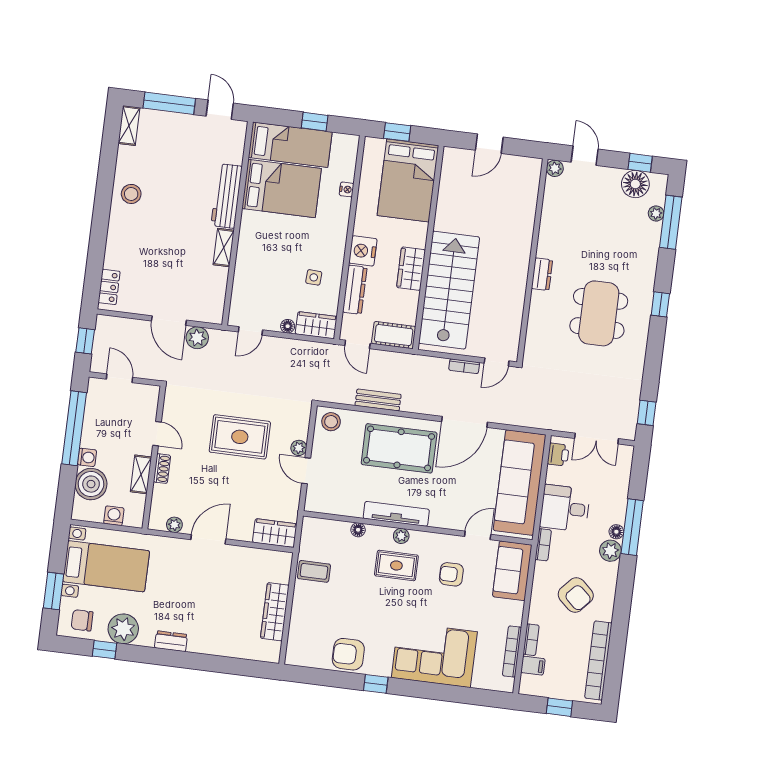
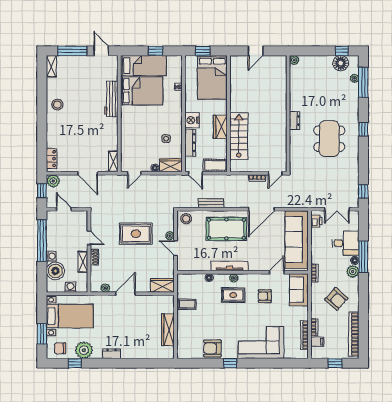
door: (585, 156) -> (310, 51), removed
shelving: (224, 248) -> (113, 161), moved
stairs: (449, 290) -> (239, 136), width x0.73, depth x0.66
plant: (197, 338) -> (53, 181), moved
desk: (565, 508) -> (346, 243), moved, turned 180

